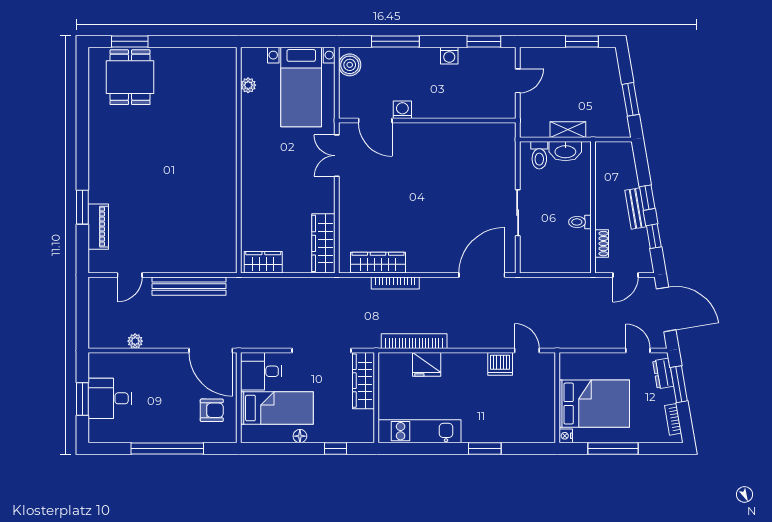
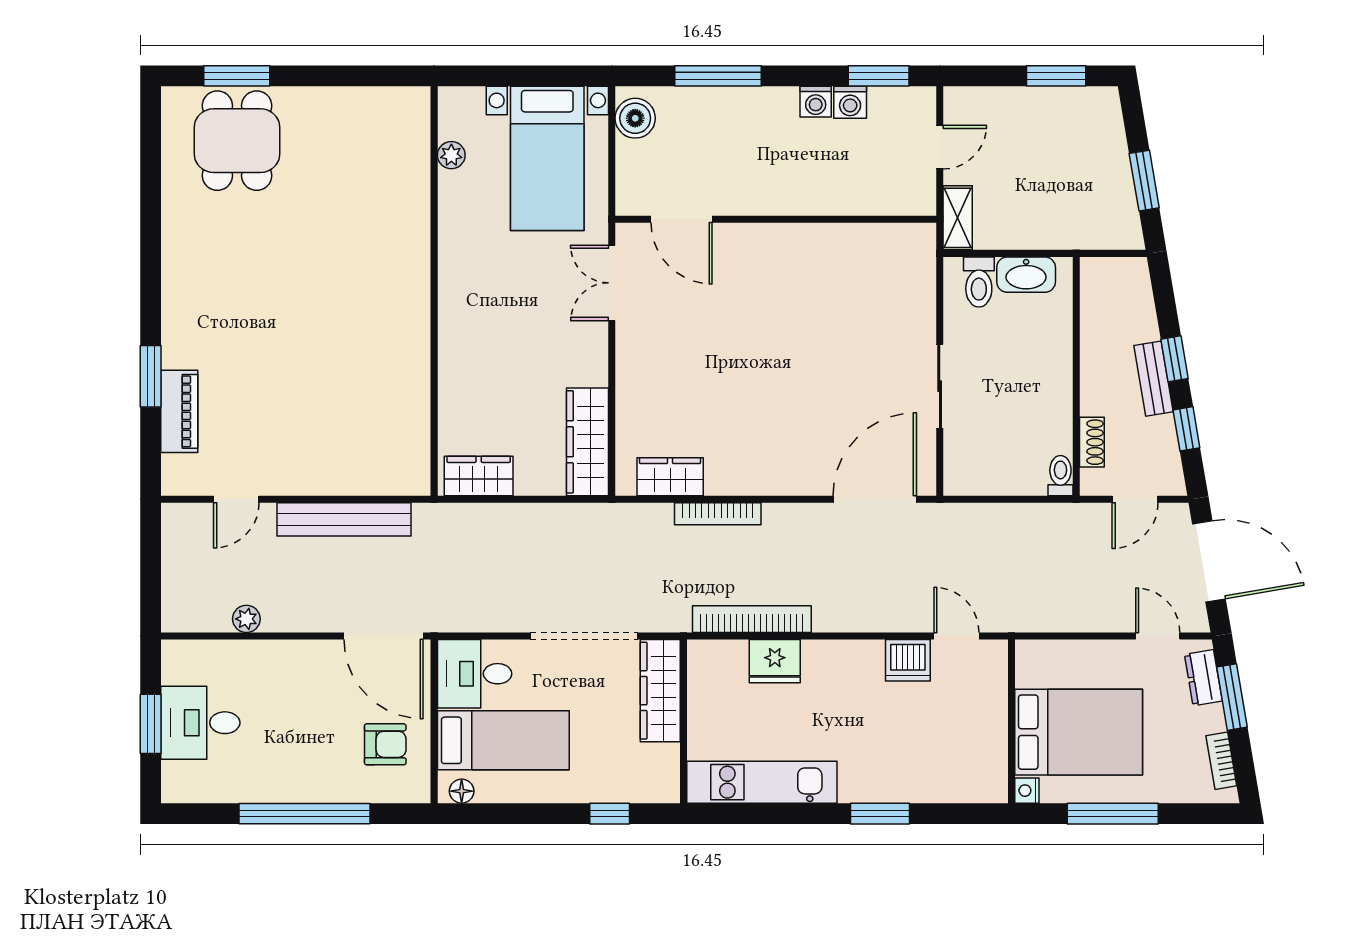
washing machine: (402, 110) -> (850, 102), moved, turned 180
shelving: (568, 130) -> (958, 218), moved, turned 90
toilet: (580, 222) -> (1060, 476), moved, turned 90
wardrobe: (378, 263) -> (670, 477), width x0.67
floor lamp: (300, 436) -> (462, 791), moved

